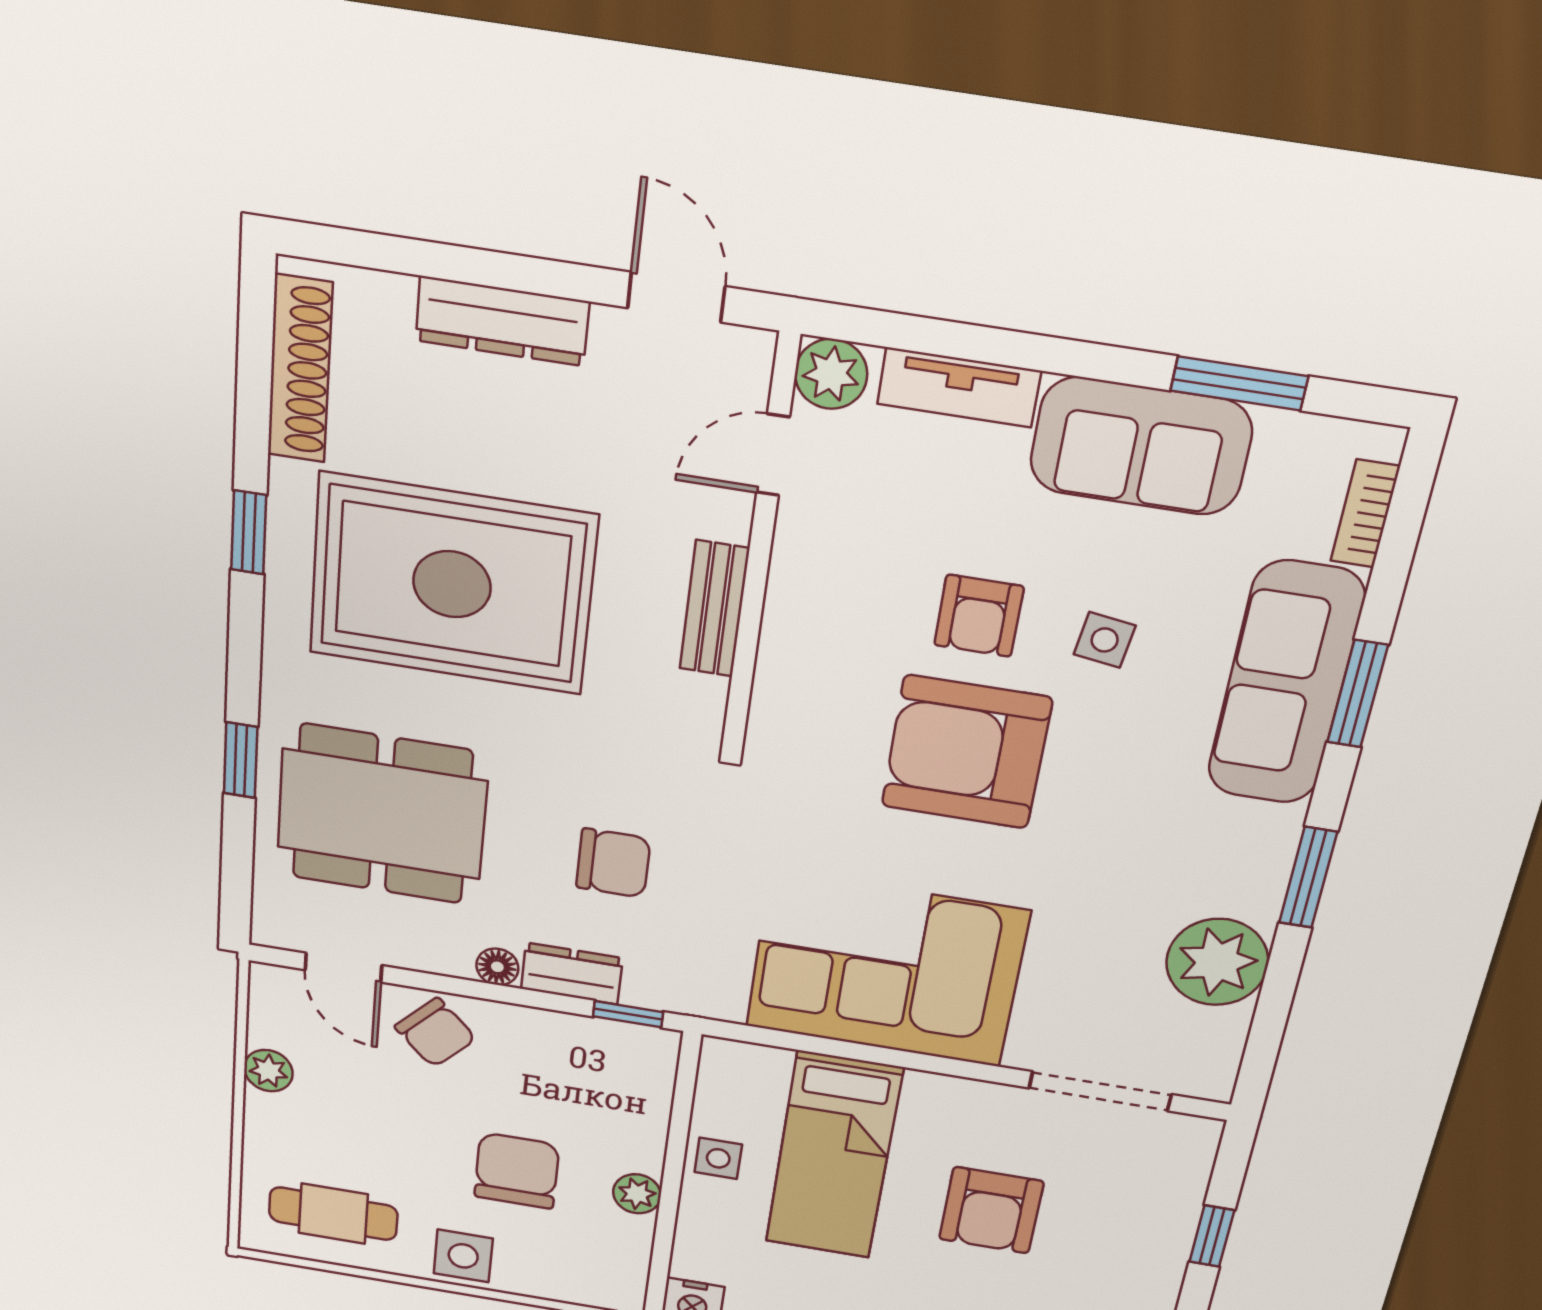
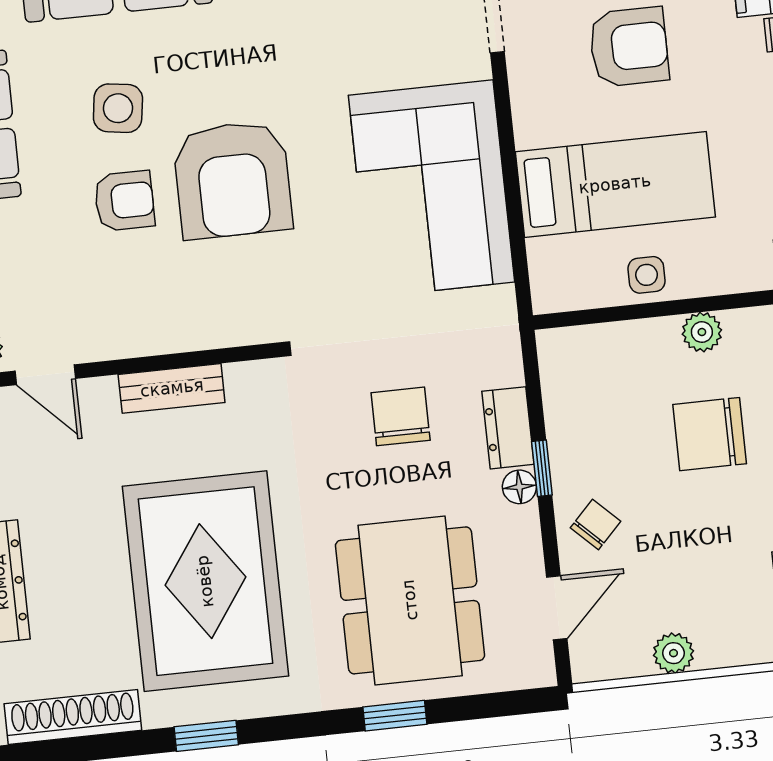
side table: (1105, 640) -> (118, 108), width x1.37, depth x1.37
window: (628, 1014) -> (542, 468), moved
chair: (435, 1033) -> (596, 524), width x0.73, depth x0.73

